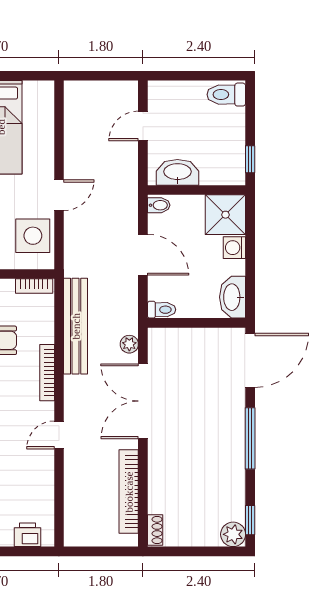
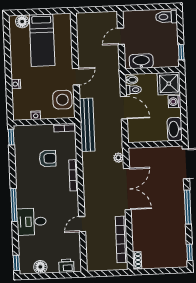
toilet: (162, 310) -> (133, 90), moved
bench: (76, 326) -> (87, 125), moved
double door: (143, 401) -> (127, 189), swing flipped
door: (59, 435) -> (82, 224), moved
plant: (233, 534) -> (180, 261), removed

